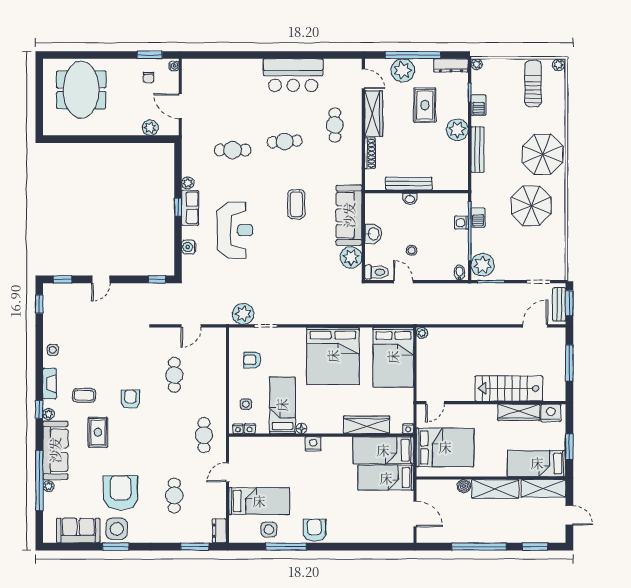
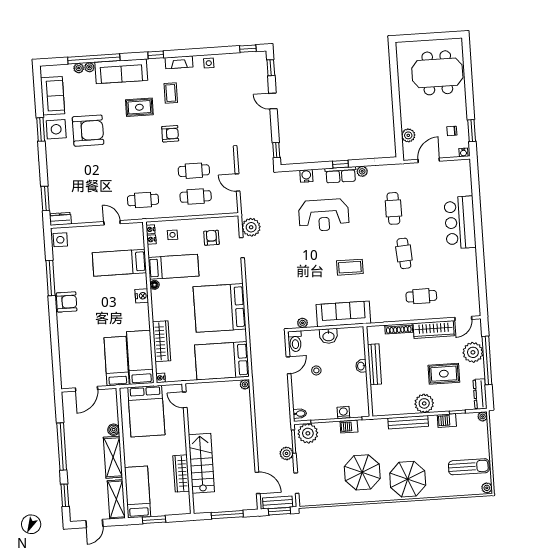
bar counter: (293, 75) -> (460, 222), moved
plant: (351, 257) -> (303, 323), width x0.53, depth x0.53
plant: (504, 291) -> (287, 453), added
nightstand: (551, 413) -> (182, 501), removed
plant: (49, 414) -> (79, 68), moved
cafe table: (174, 495) -> (196, 196), moved
bed: (259, 501) -> (119, 263), moved, turned 90
side table: (269, 529) -> (60, 240), moved

